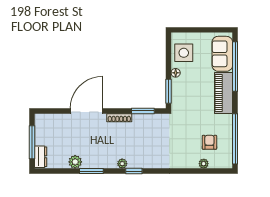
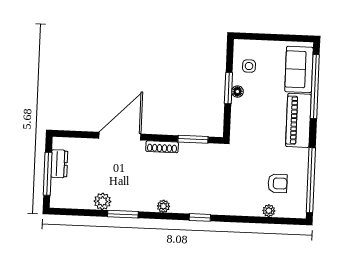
side table: (184, 53) -> (249, 66), width x0.54, depth x0.54
window: (169, 91) -> (228, 88), moved
armchair: (209, 142) -> (278, 183), turned 90
dresser: (41, 157) -> (59, 164), moved
window: (134, 171) -> (200, 217), moved

